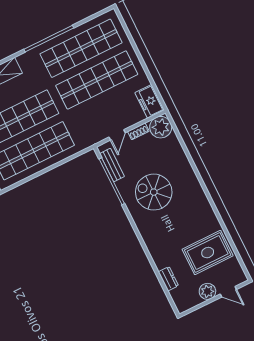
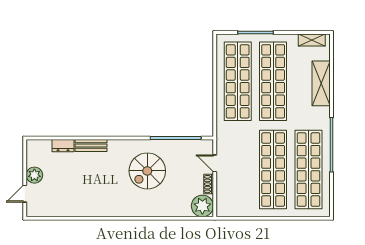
freezer: (150, 101) -> (231, 208), removed
bench: (112, 165) -> (91, 146), moved
spiral stairs: (154, 192) -> (147, 171), turned 180
rug: (208, 253) -> (69, 192), removed

